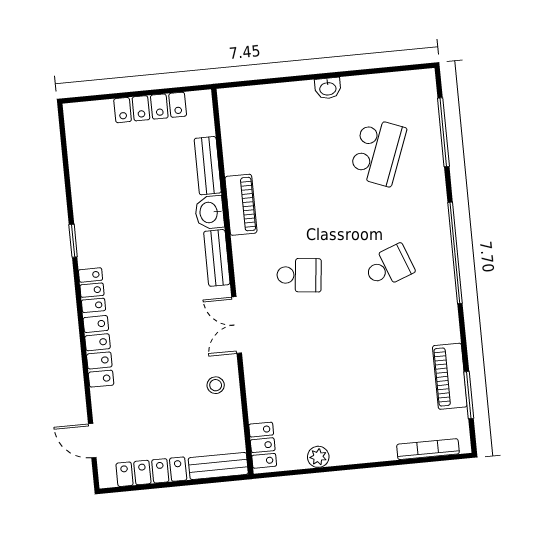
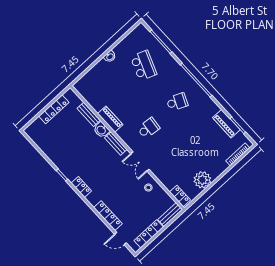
school desk: (389, 266) -> (177, 102), turned 45
locker: (98, 351) -> (108, 216), moved
plant: (318, 457) -> (202, 180), width x1.88, depth x1.88

